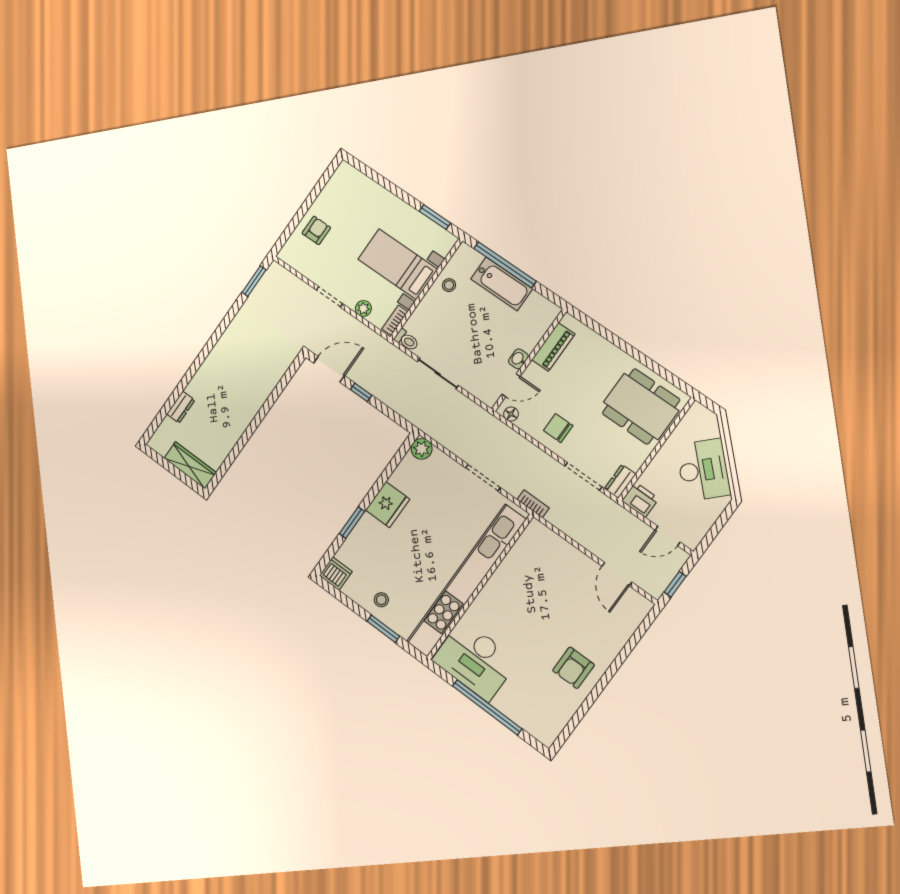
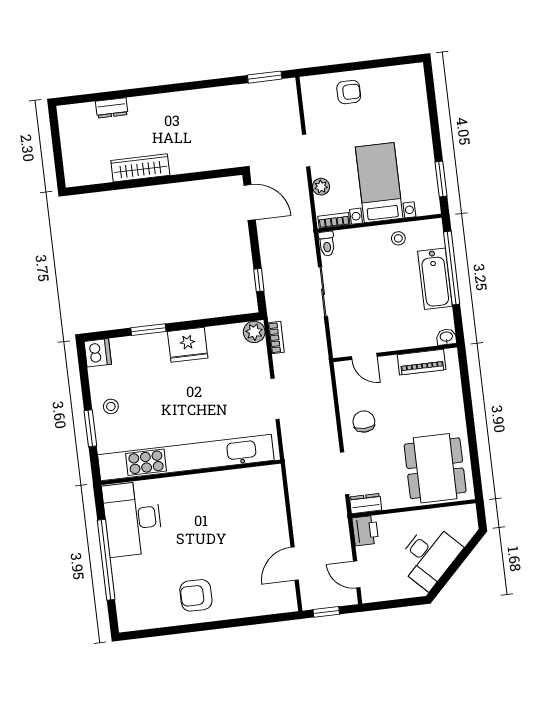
washbasin: (518, 359) -> (446, 337), moved
window: (361, 392) -> (259, 280), moved
floor lamp: (511, 414) -> (342, 376), removed
wardrobe: (190, 465) -> (140, 168), moved, turned -90
bookcase: (533, 504) -> (276, 338), moved

